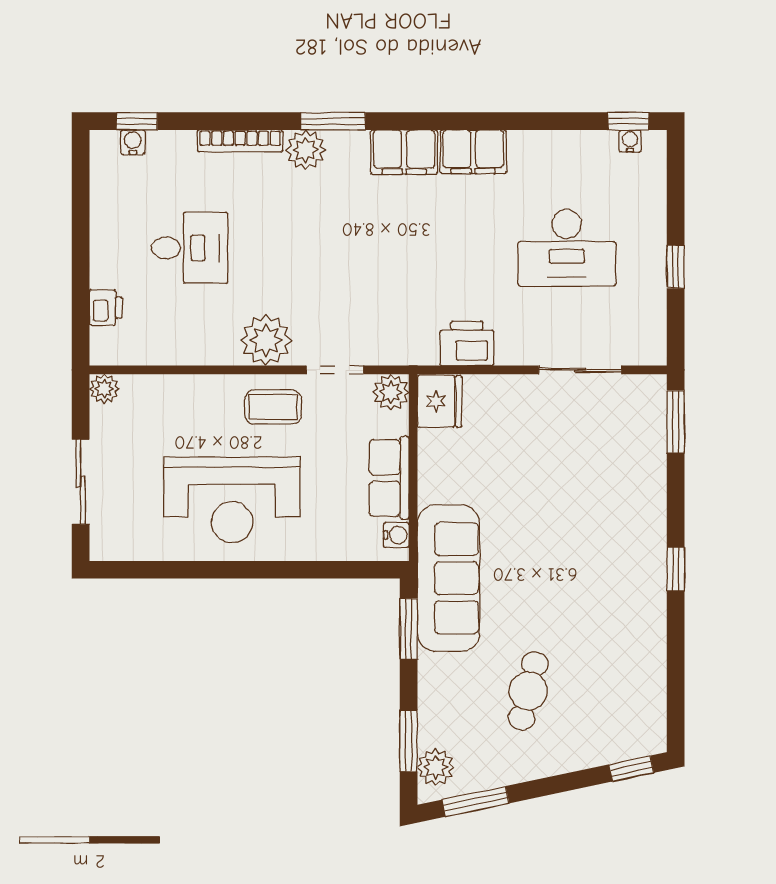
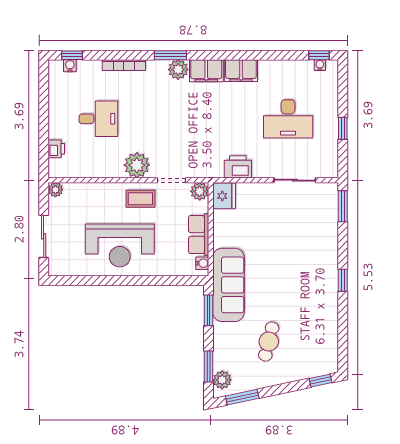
plant: (306, 150) -> (178, 70), moved

